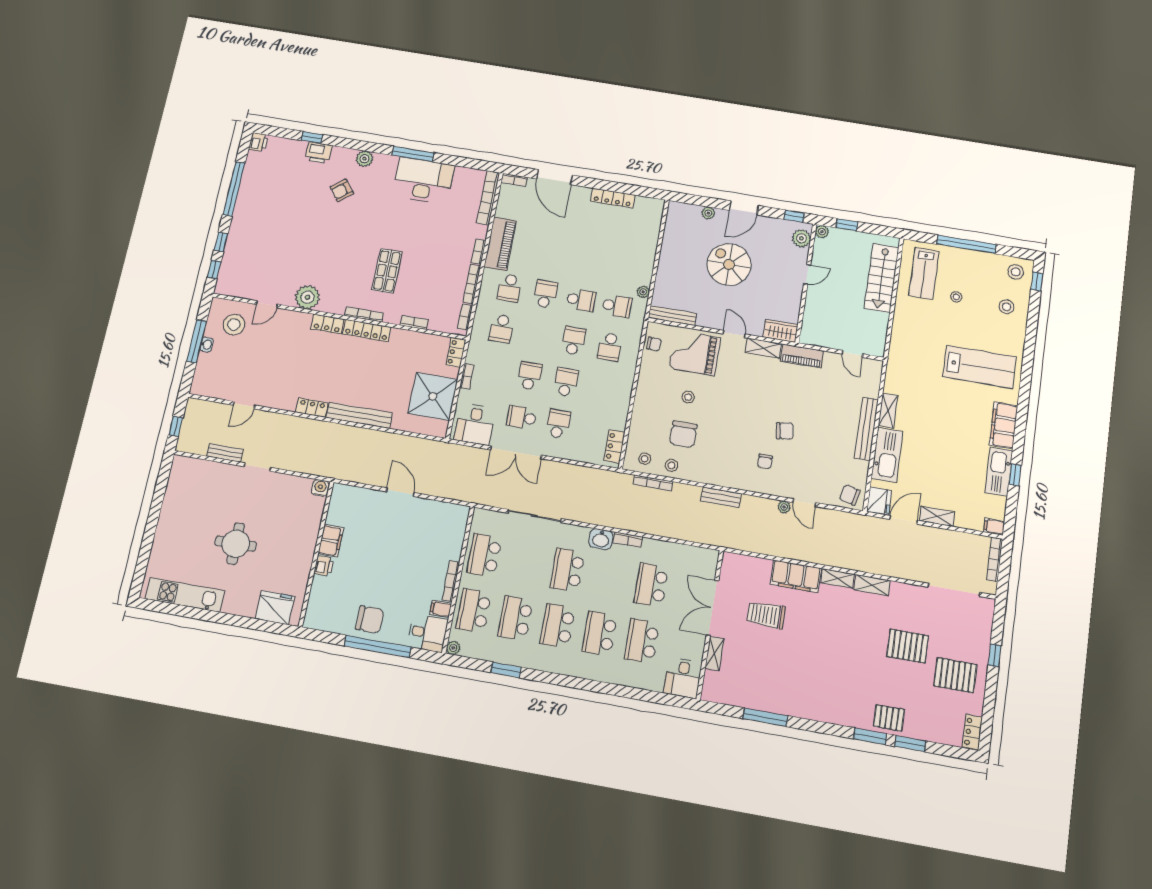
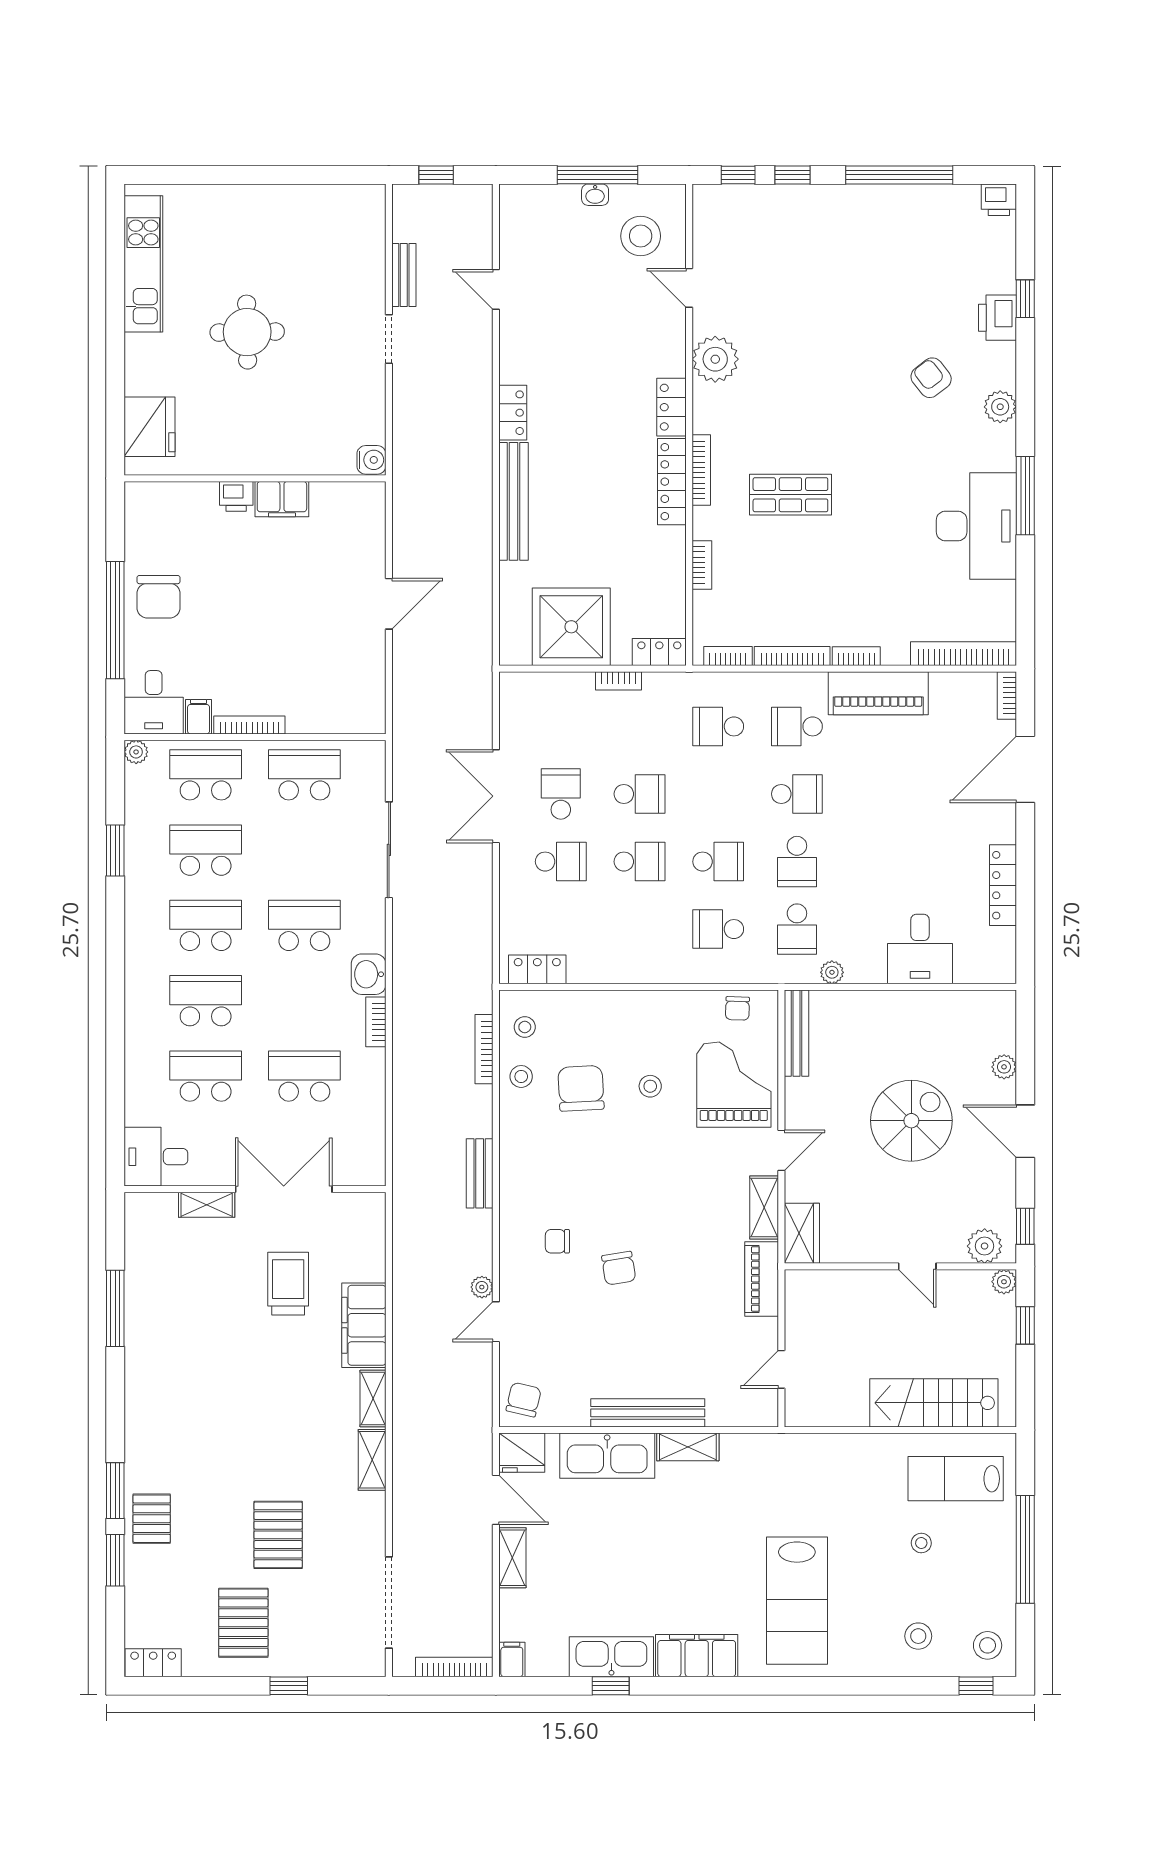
desk: (475, 424) -> (920, 949), moved, turned -90
chair: (683, 434) -> (581, 1088), turned 87

